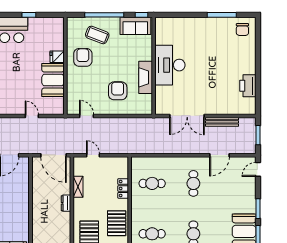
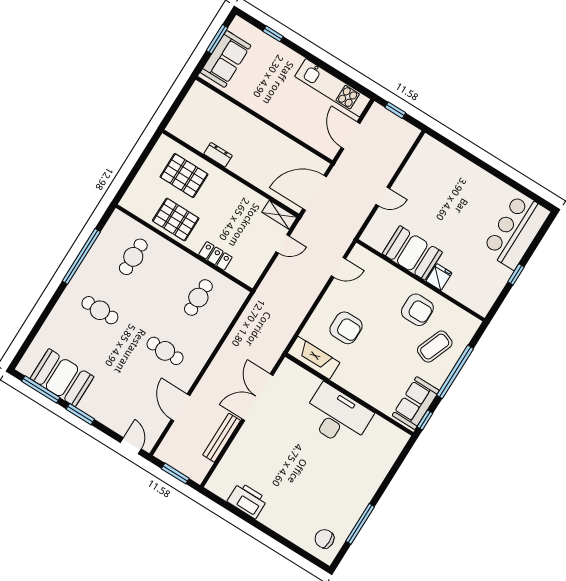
fireplace: (146, 77) -> (314, 358), moved
shelving: (78, 187) -> (279, 215), moved
dresser: (66, 203) -> (218, 155), moved

